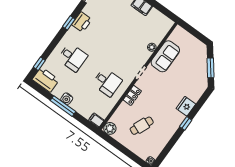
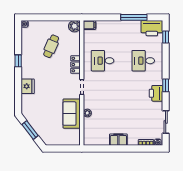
water cooler: (67, 99) -> (125, 25), removed
window: (63, 106) -> (134, 17), moved
window: (186, 123) -> (18, 61), moved

